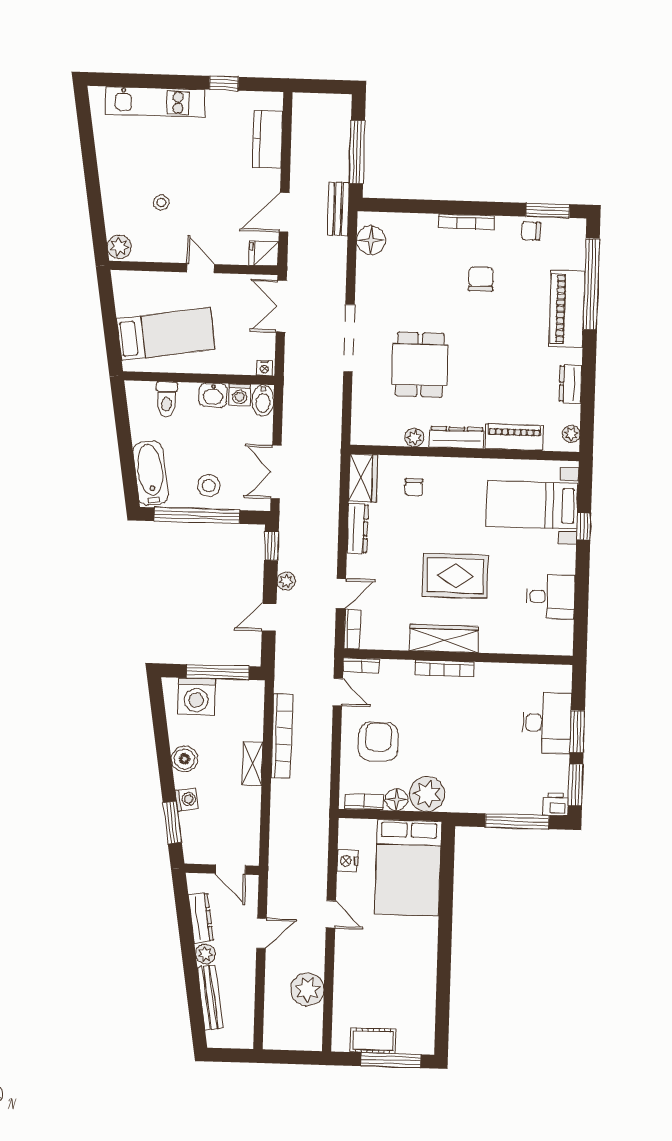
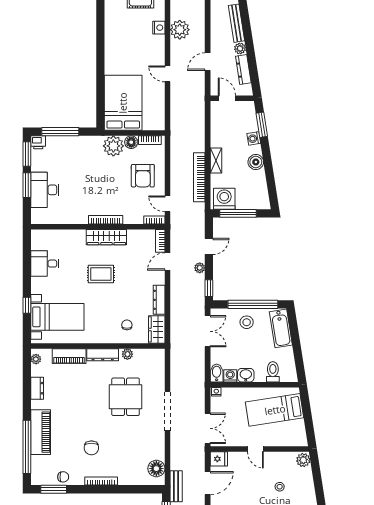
rug: (455, 576) -> (101, 274), width x0.73, depth x0.70
washing machine: (196, 696) -> (224, 199), moved
nightstand: (347, 861) -> (159, 28), moved

